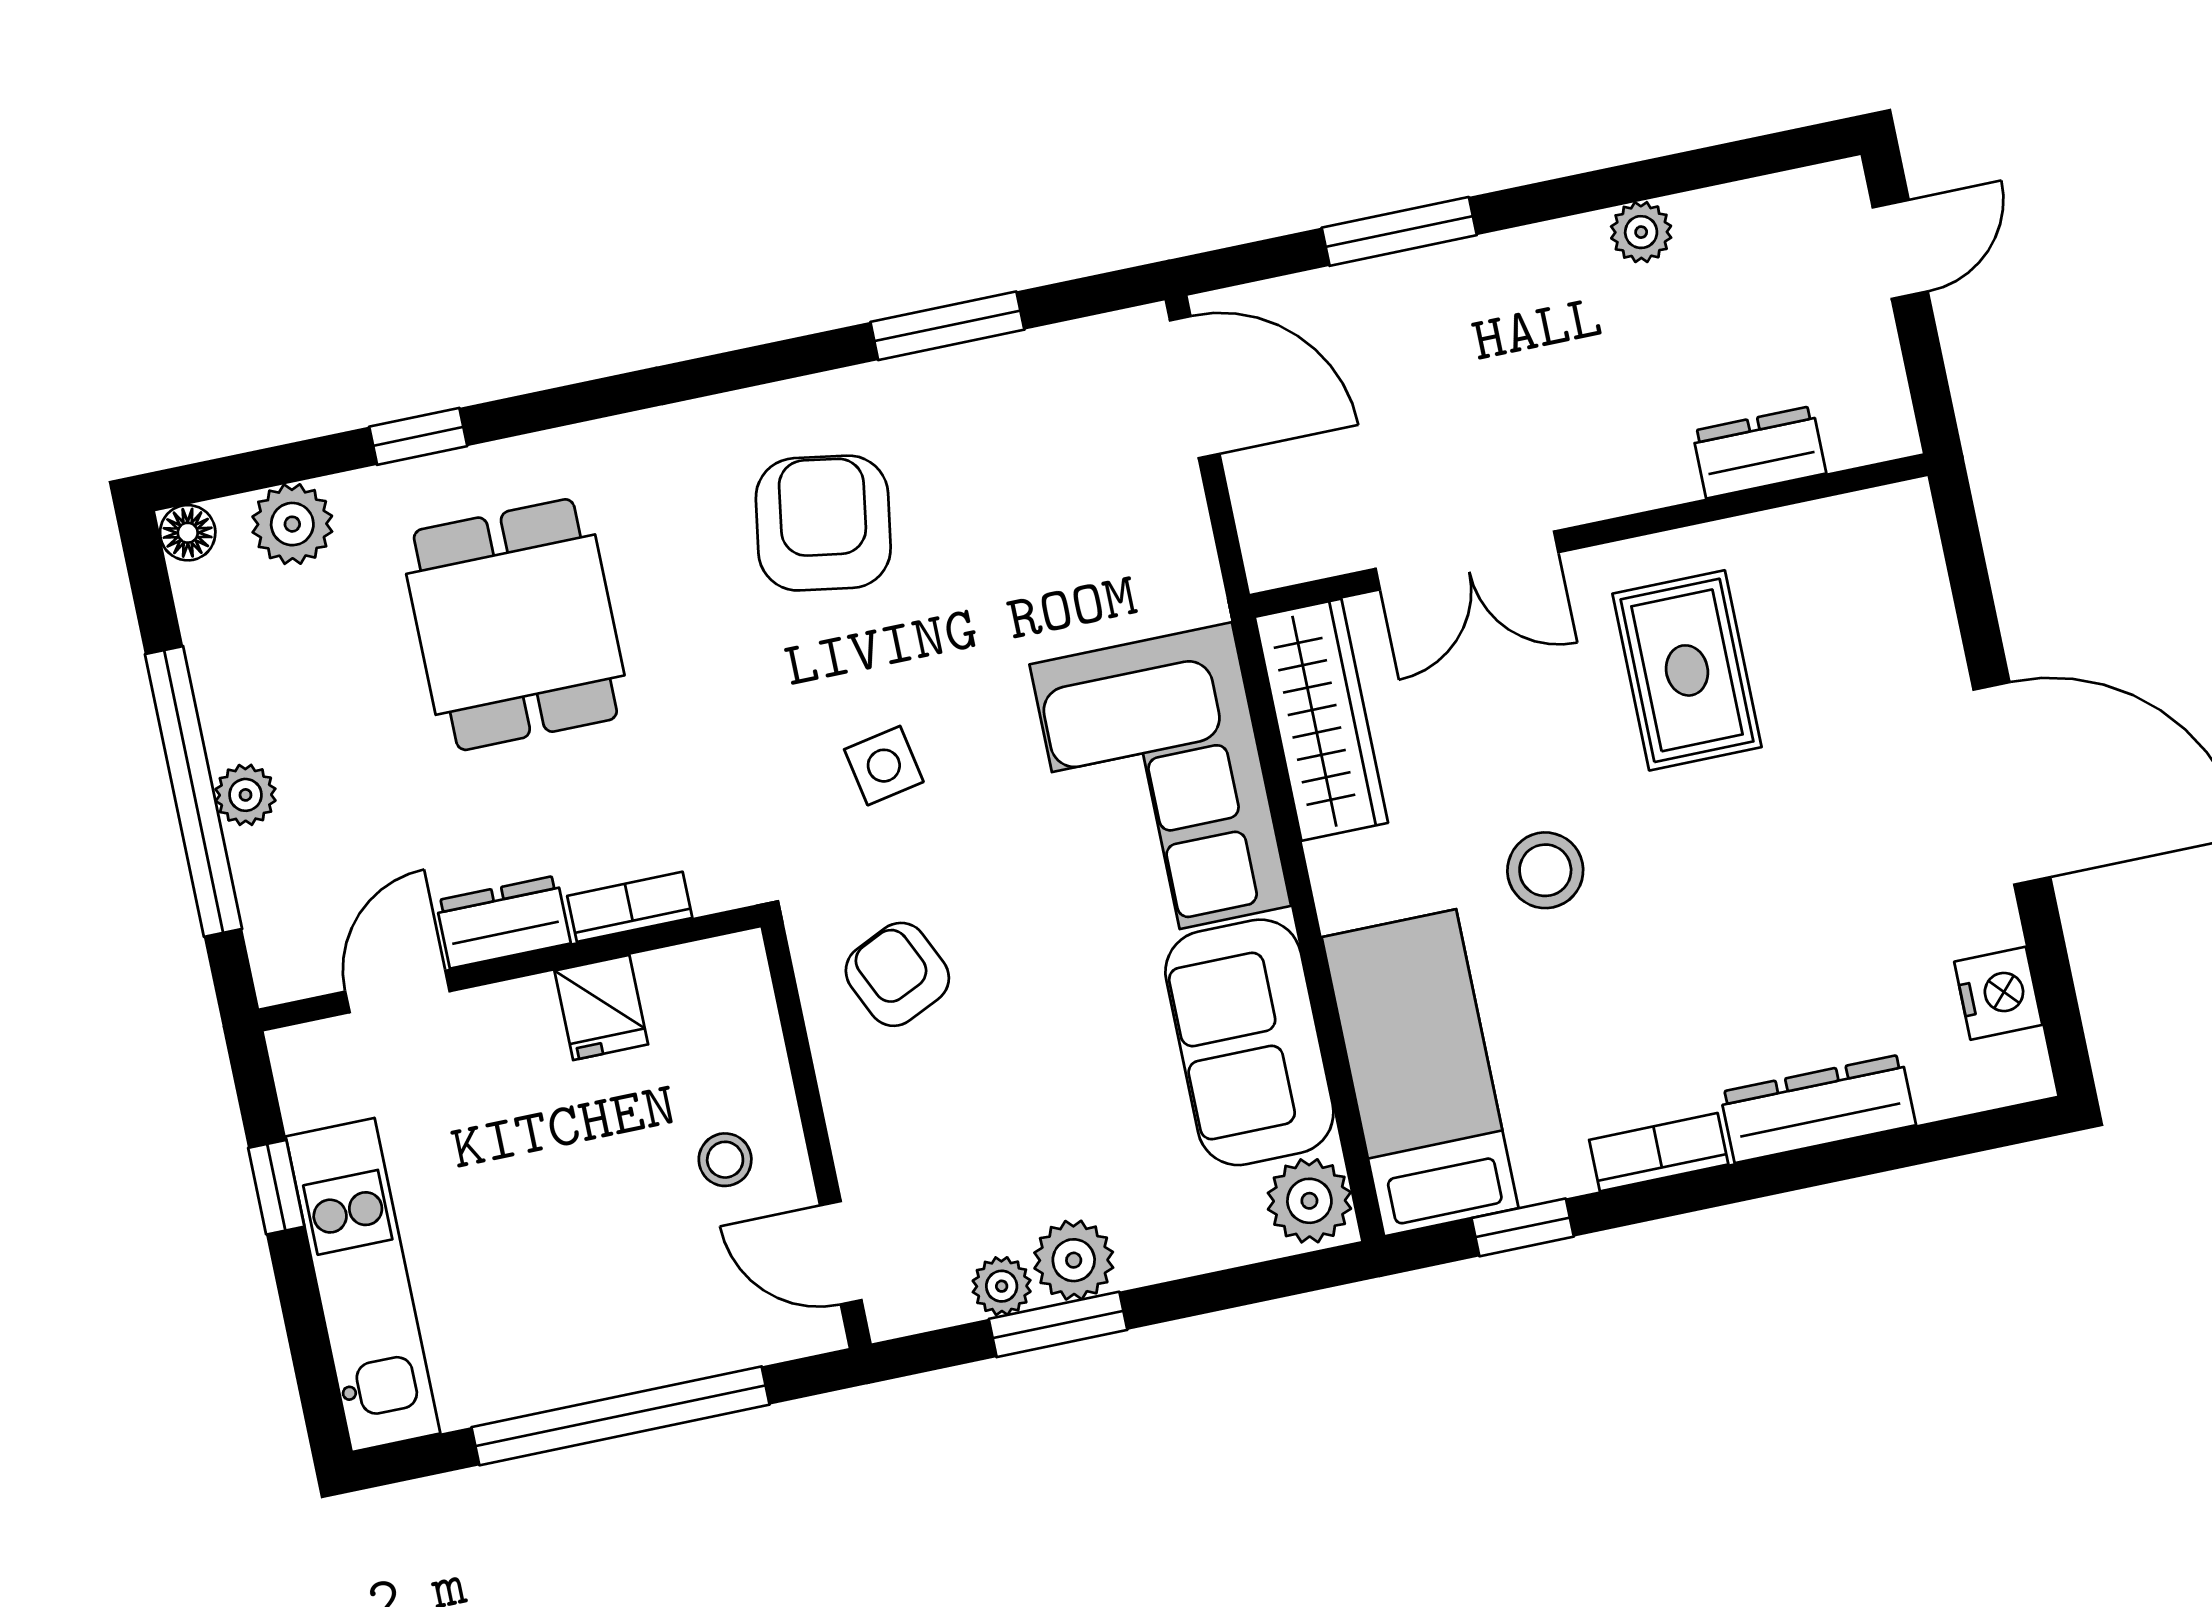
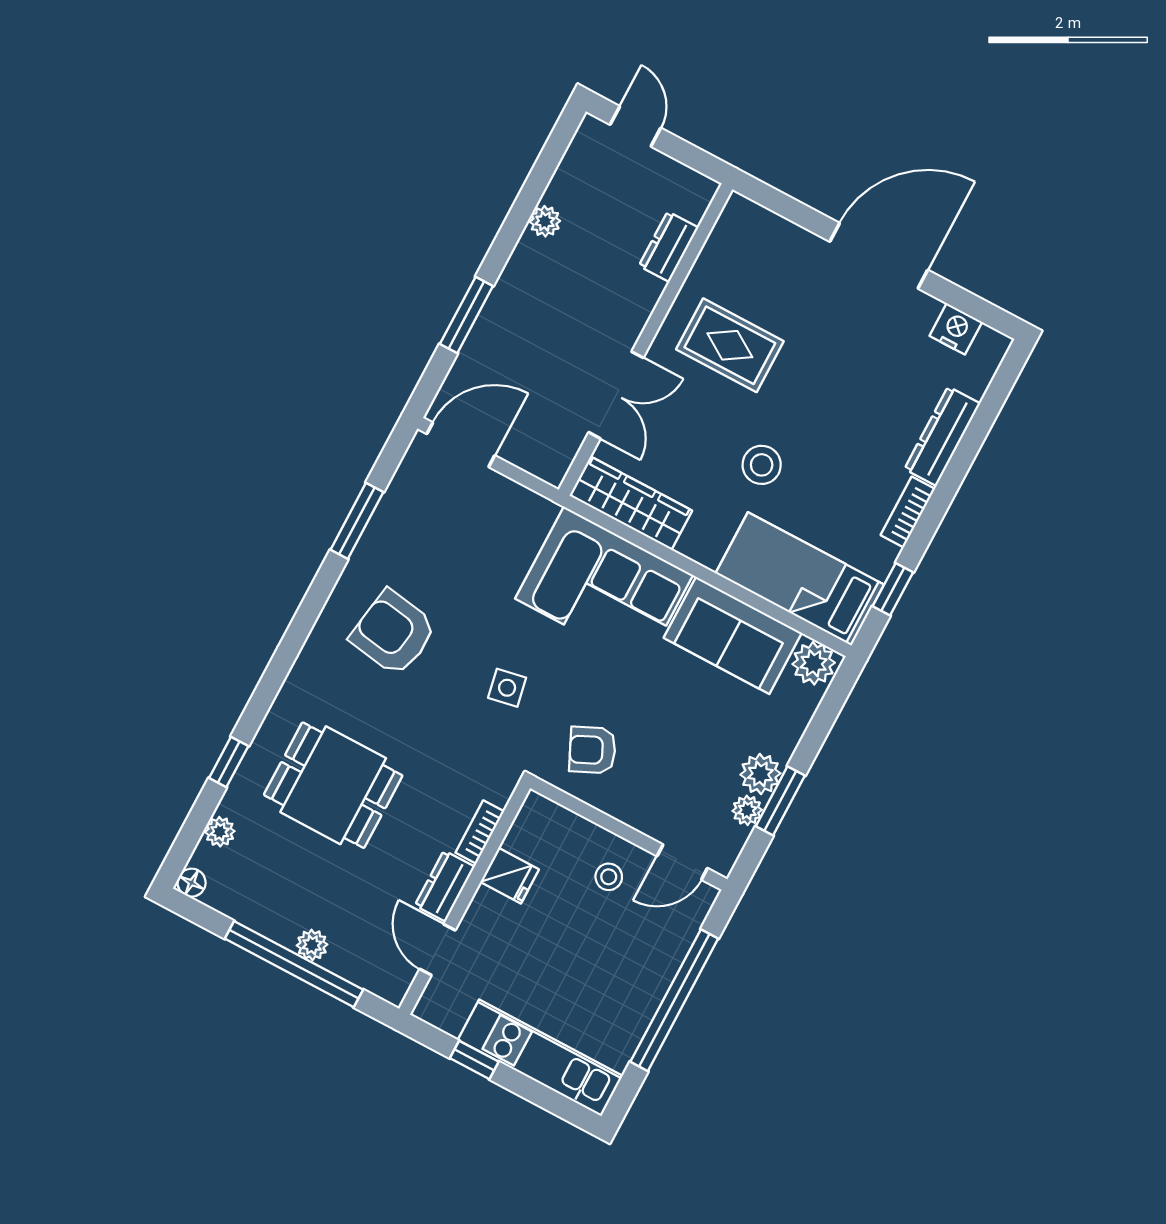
plant: (292, 524) -> (220, 832), width x0.73, depth x0.73

